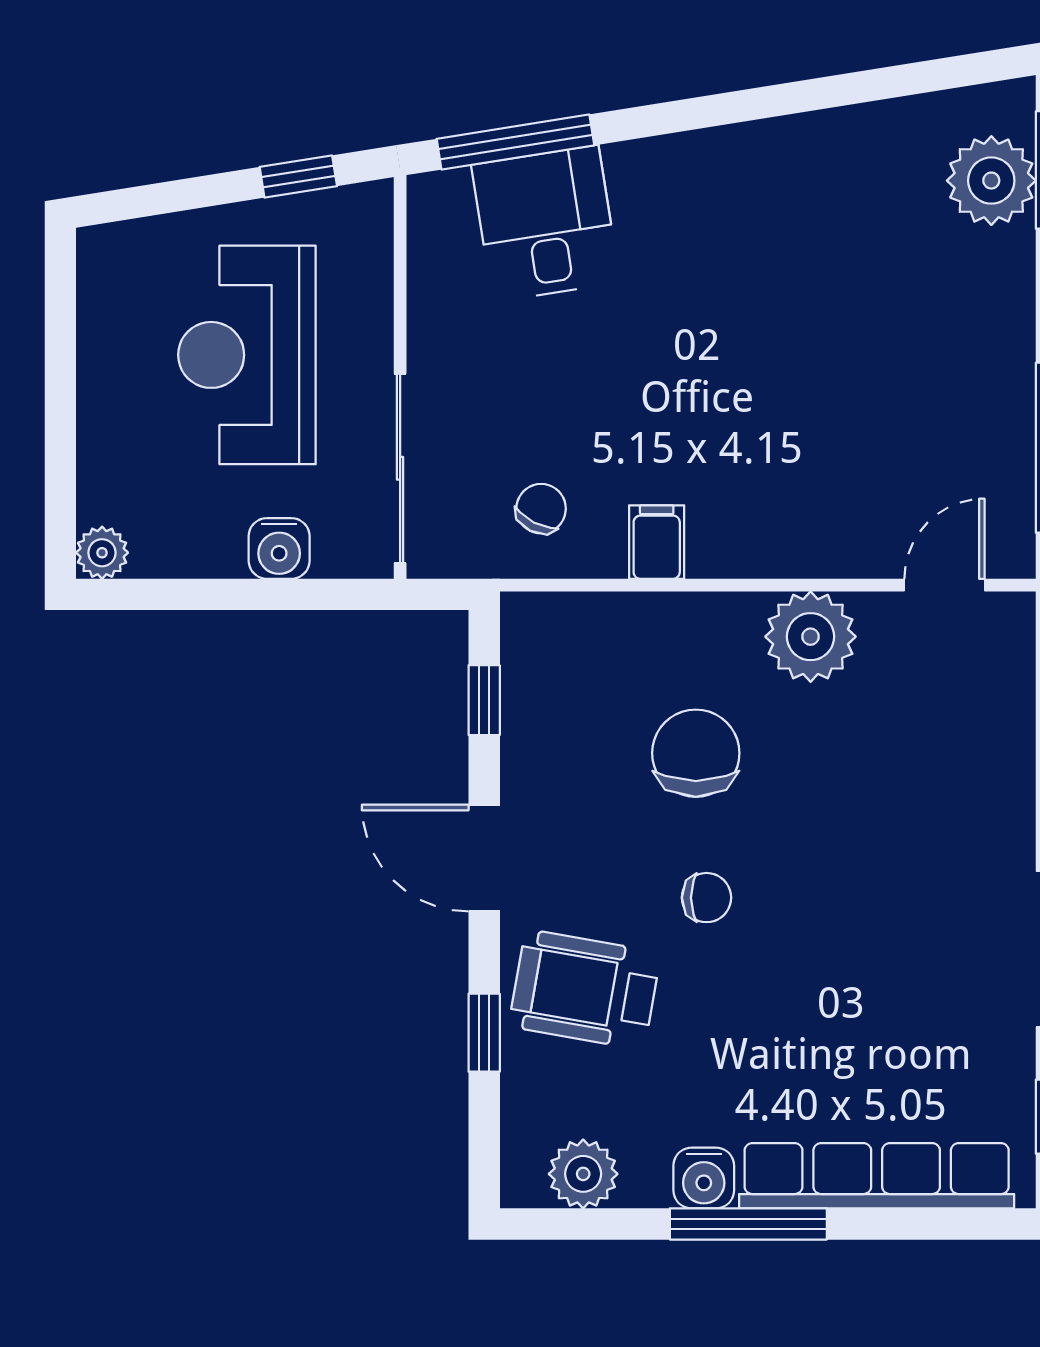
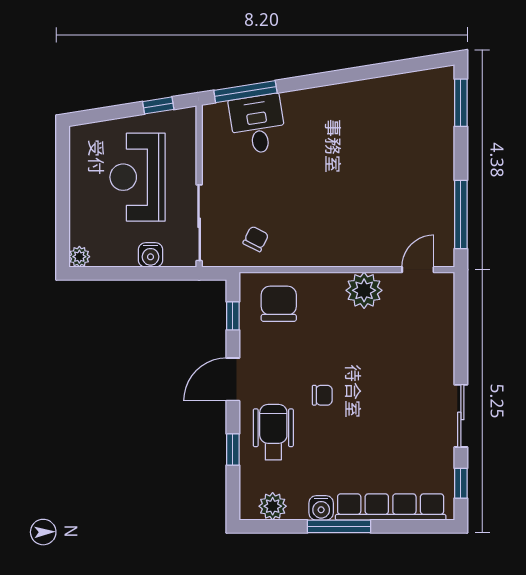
plant: (991, 181) -> (437, 107), removed
filing cabinet: (657, 542) -> (302, 252), removed
chair: (696, 753) -> (279, 304), moved
door: (484, 858) -> (233, 379), hinge flipped
wheelchair: (585, 990) -> (273, 432), turned 80

